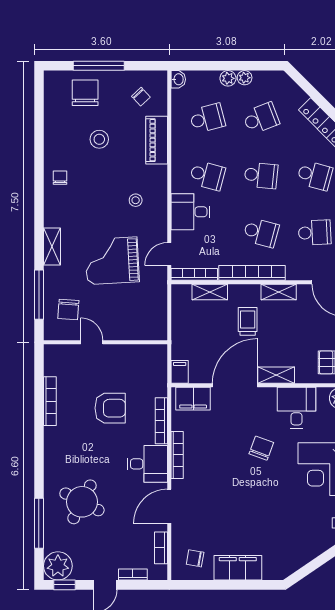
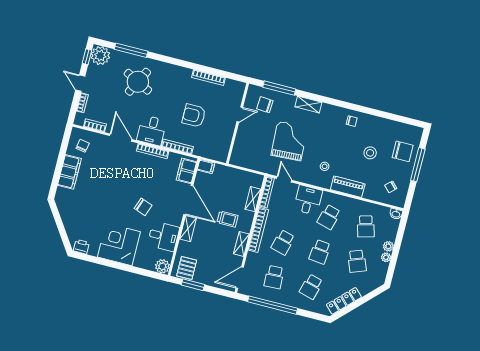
piano: (157, 140) -> (348, 187), moved
armchair: (110, 408) -> (194, 116), turned 90

